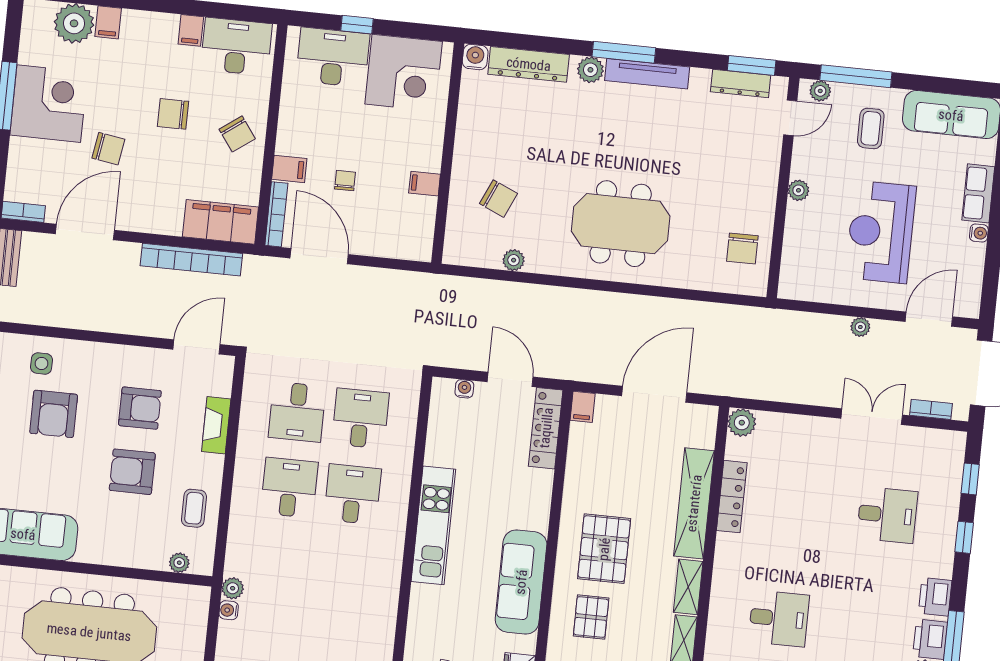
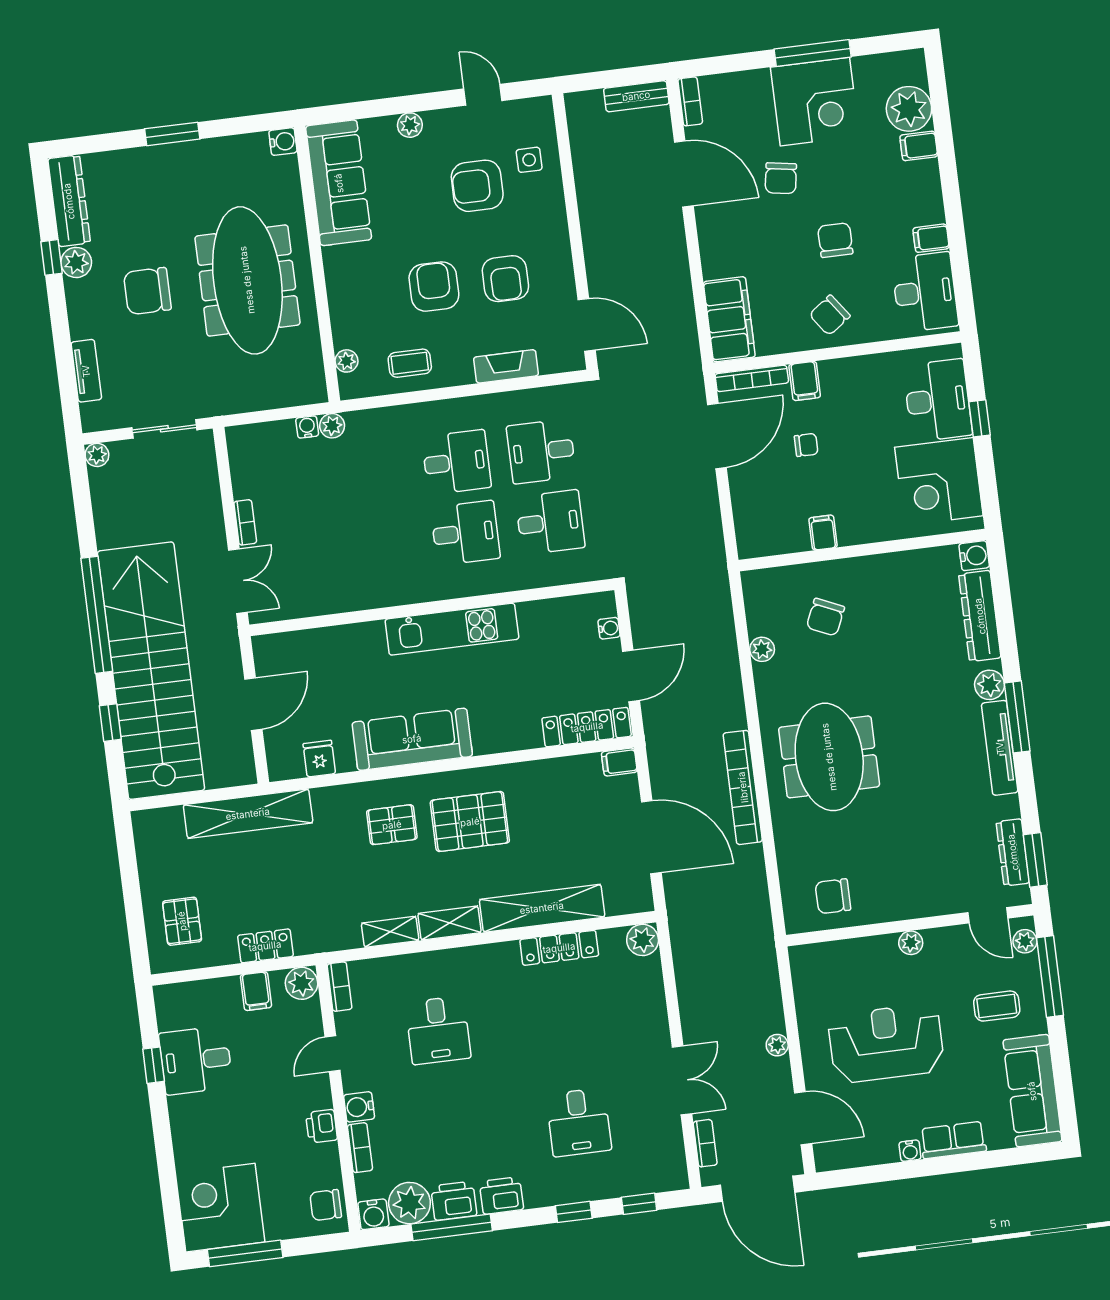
bookcase: (191, 260) -> (743, 787), moved

